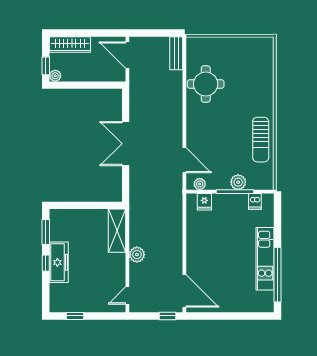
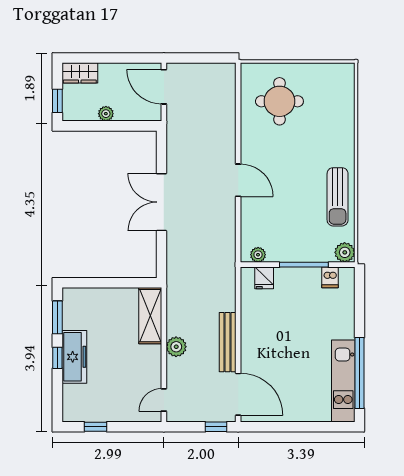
wardrobe: (70, 44) -> (80, 73), width x0.67
bench: (176, 53) -> (228, 342), moved, width x1.36
plant: (55, 76) -> (106, 114), moved
round table: (206, 84) -> (279, 101), moved
door: (184, 160) -> (238, 180), moved
plant: (238, 182) -> (345, 252), moved
kitchen unit: (265, 259) -> (343, 381), moved

